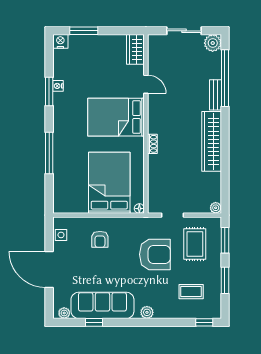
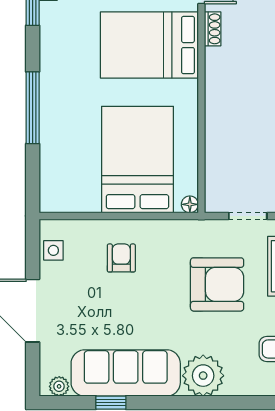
shoe rack: (152, 144) -> (213, 29), moved
armchair: (100, 239) -> (121, 258), turned 180
plant: (147, 312) -> (203, 376), width x1.88, depth x1.88

